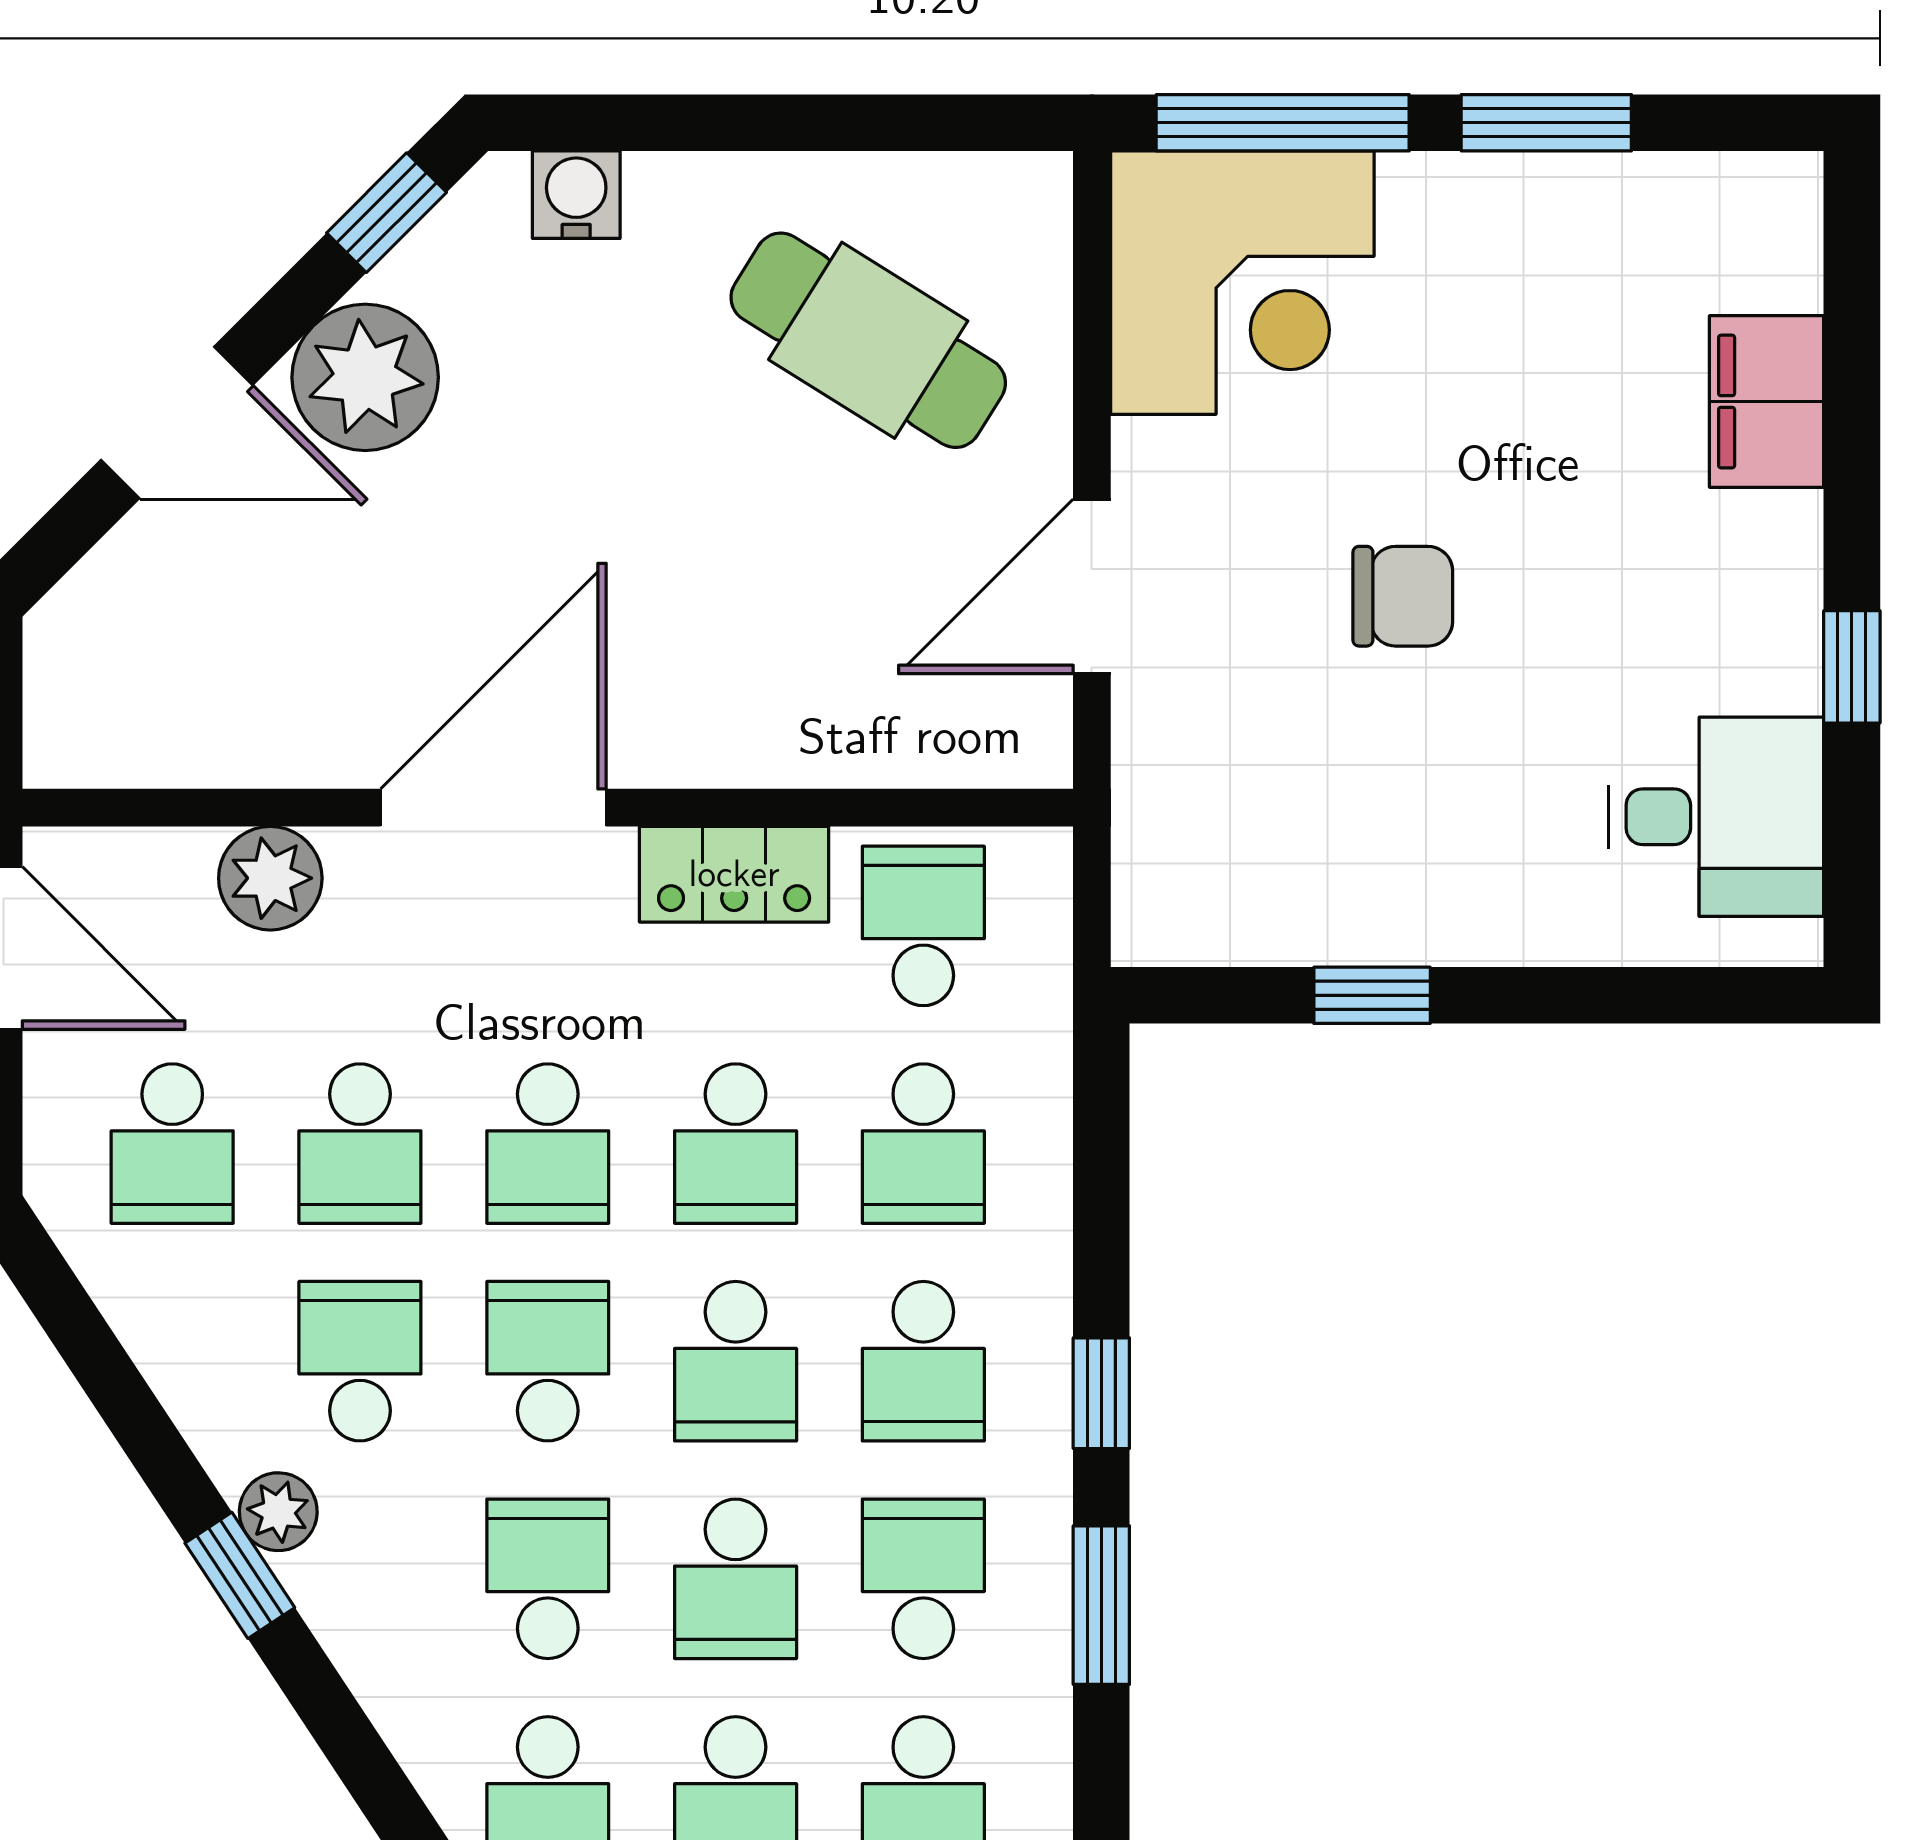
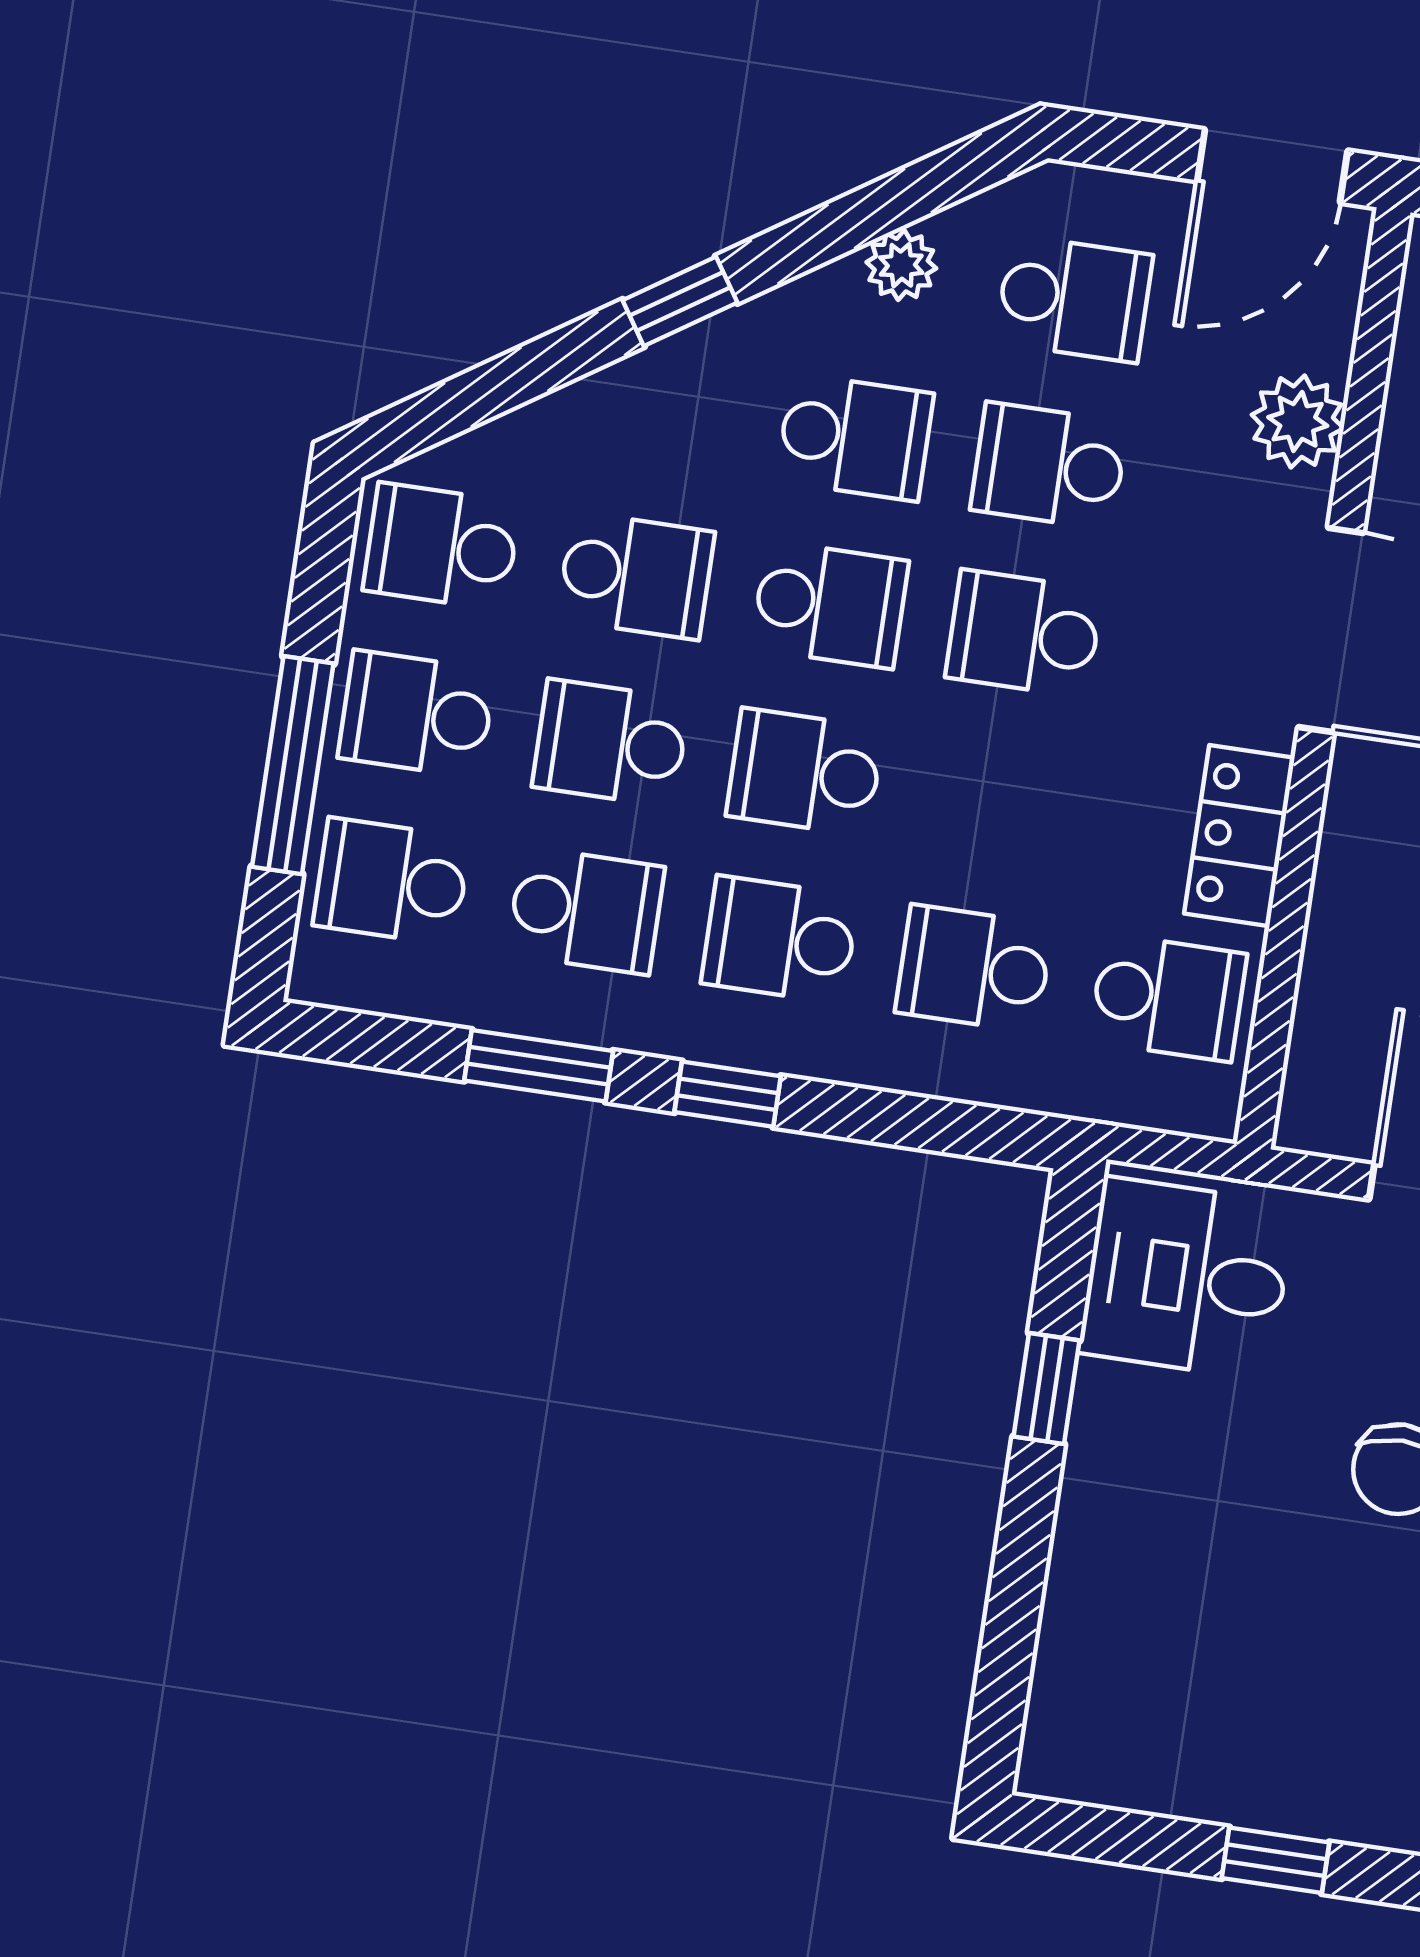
desk: (1716, 817) -> (1187, 1278), moved, turned 90
school desk: (172, 1144) -> (1074, 299), turned 180
school desk: (736, 1144) -> (999, 801), removed
plant: (278, 1512) -> (901, 265), moved

